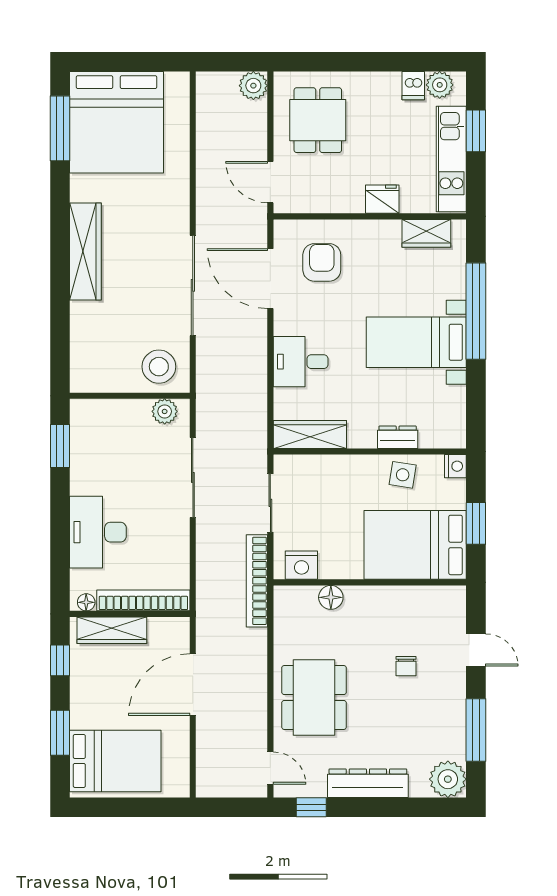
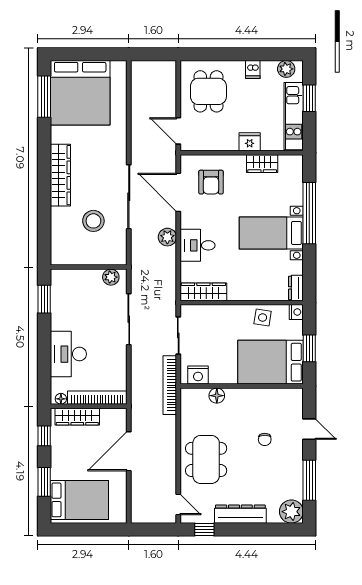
plant: (253, 86) -> (167, 237), moved
dishwasher: (413, 86) -> (253, 69), moved
wardrobe: (426, 233) -> (262, 164), moved
armchair: (322, 262) -> (211, 182), turned 180
stool: (159, 367) -> (93, 221), moved
dresser: (398, 437) -> (296, 288), moved, turned -90

